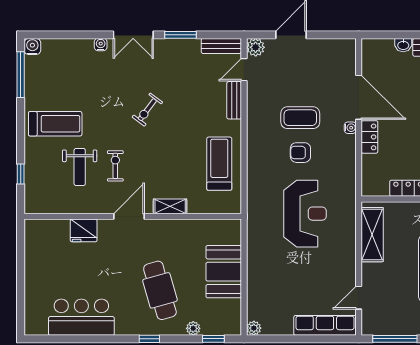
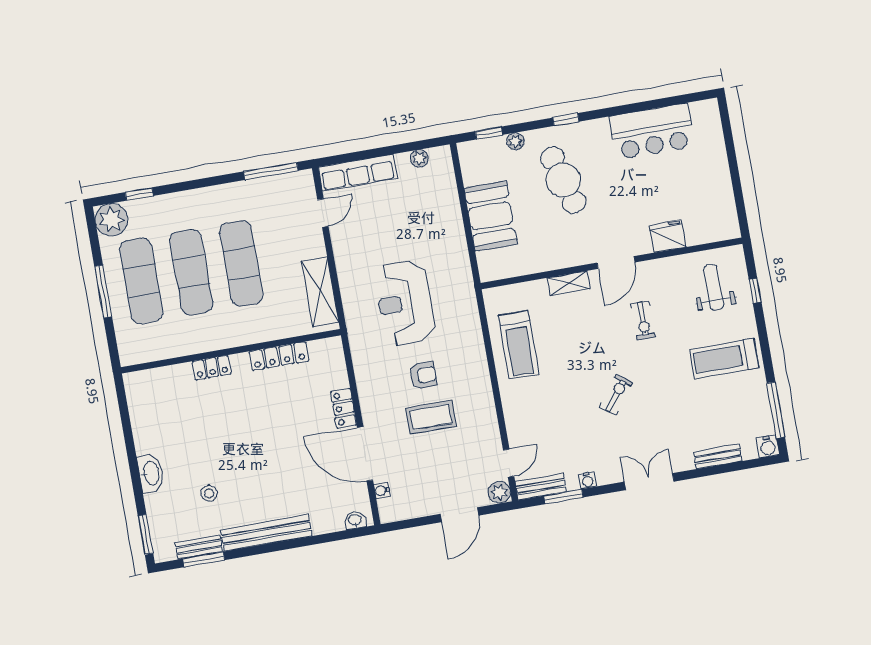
window: (180, 35) -> (563, 497), moved
water cooler: (101, 45) -> (587, 480), moved
washbasin: (403, 45) -> (355, 520), moved
bench: (234, 100) -> (718, 456), moved, turned 90
water cooler: (350, 128) -> (382, 490), moved
weight bench: (80, 167) -> (714, 287), moved
plant: (254, 328) -> (419, 158), moved

